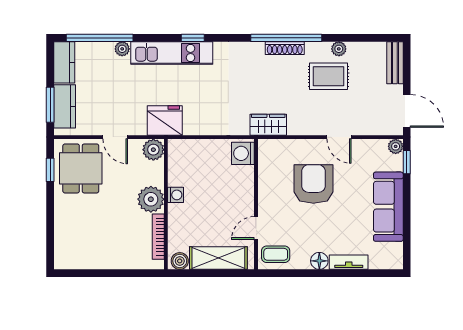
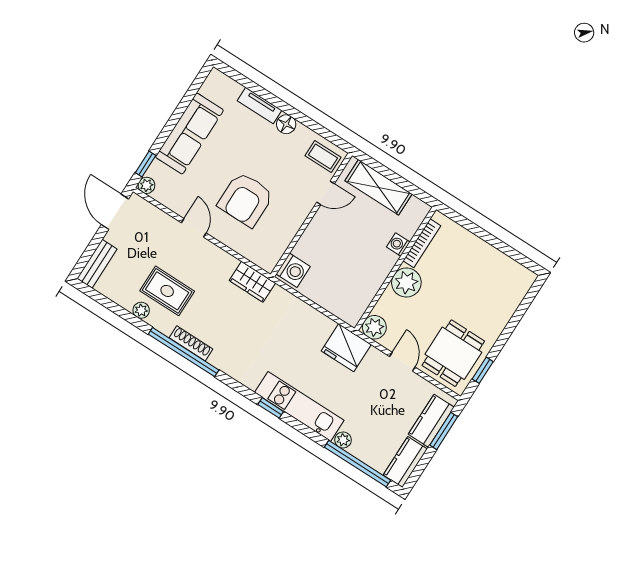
washing machine: (176, 195) -> (398, 245), moved
boiler: (180, 261) -> (416, 208), removed

